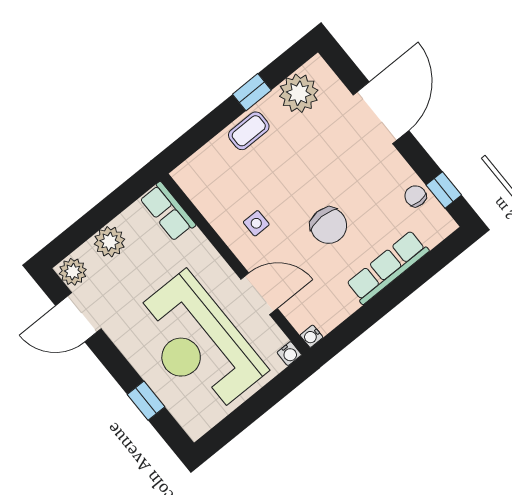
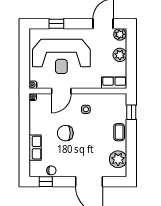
window: (252, 92) -> (131, 112), moved
row of seats: (388, 267) -> (35, 148), width x0.68
reception desk: (197, 344) -> (61, 56), turned 180

